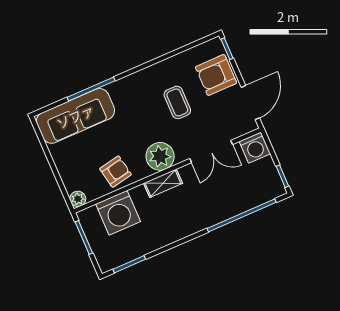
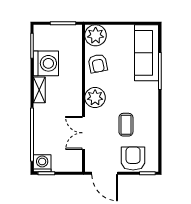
coffee table: (177, 102) -> (126, 125), turned 90
washing machine: (255, 148) -> (42, 163), moved, turned 90
shelving: (163, 183) -> (39, 90), moved
plant: (78, 199) -> (96, 35), width x1.88, depth x1.88
washing machine: (118, 213) -> (46, 63), moved, turned 180

